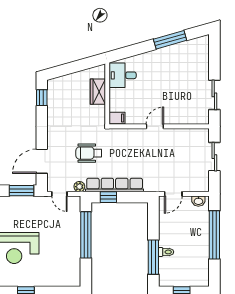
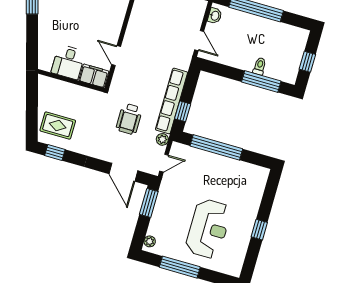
desk: (123, 75) -> (68, 62), moved
wardrobe: (98, 92) -> (66, 90), removed
rug: (66, 93) -> (58, 126), added
filing cabinet: (117, 118) -> (94, 76), width x2.00
door: (155, 126) -> (116, 56), moved

